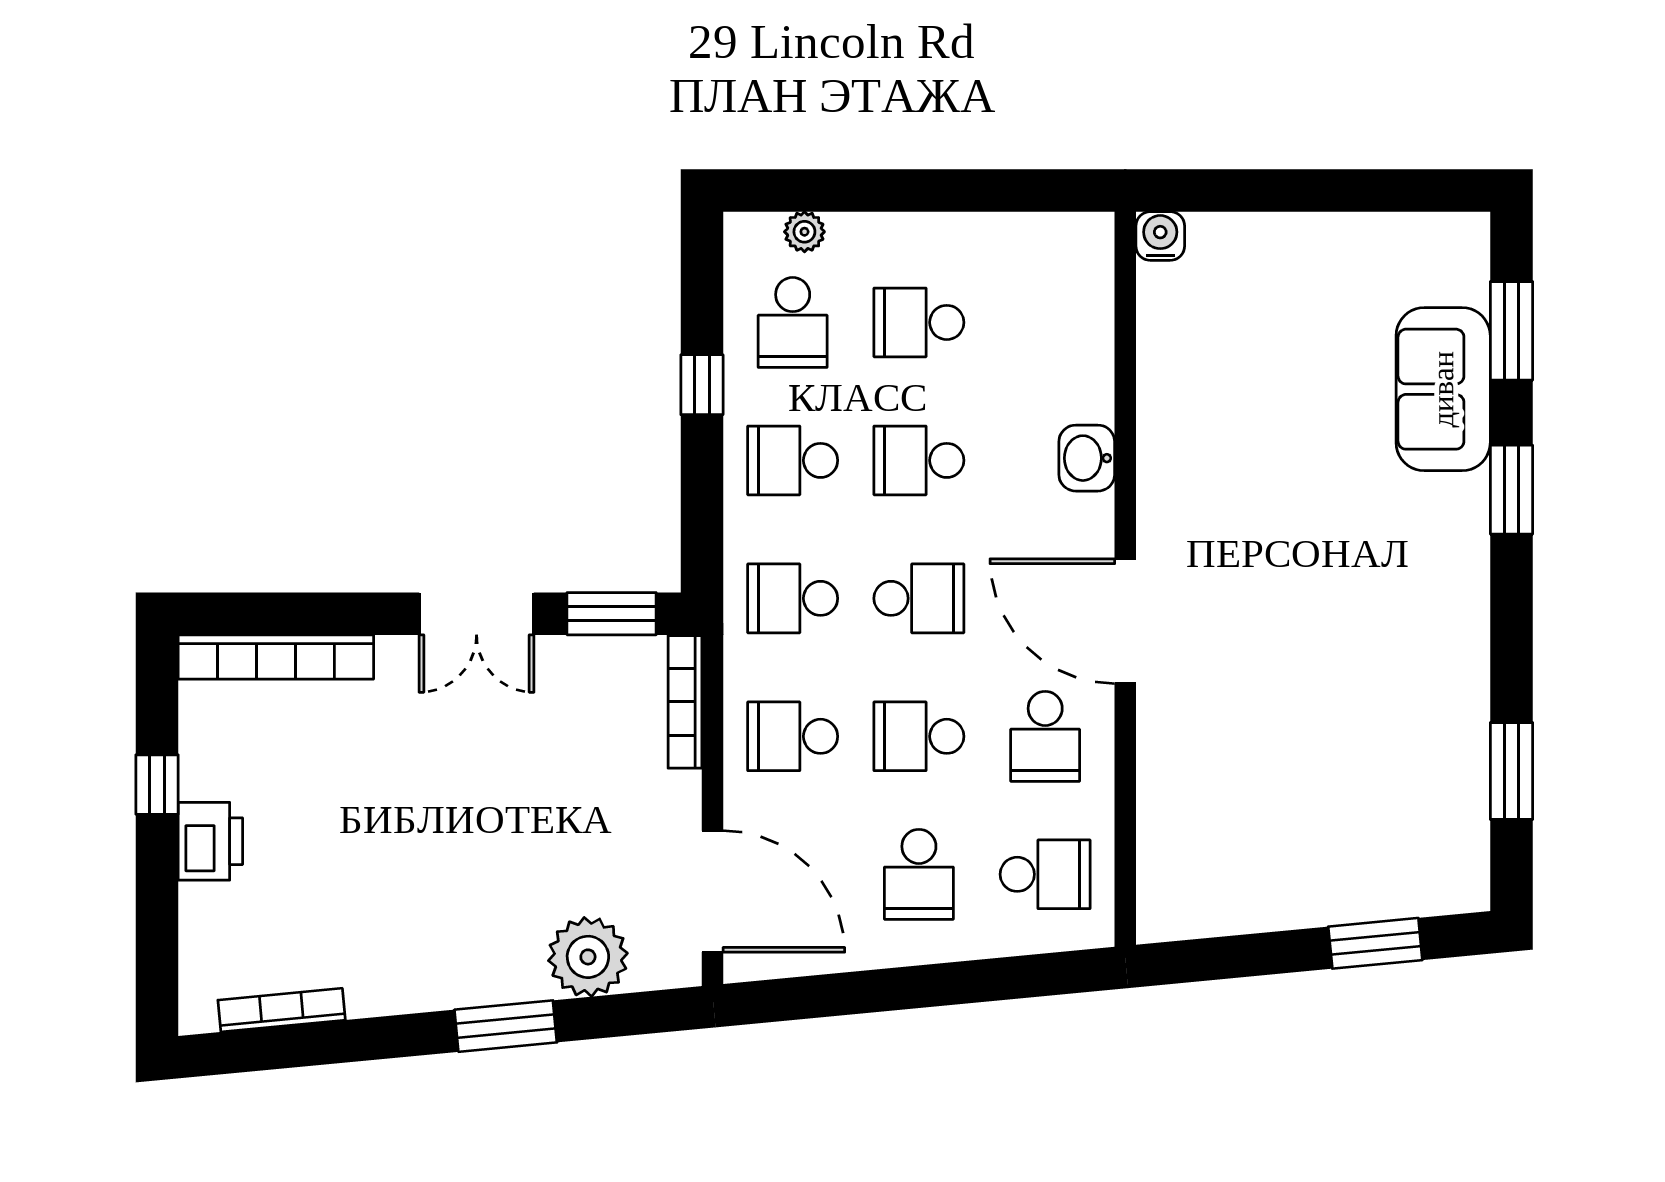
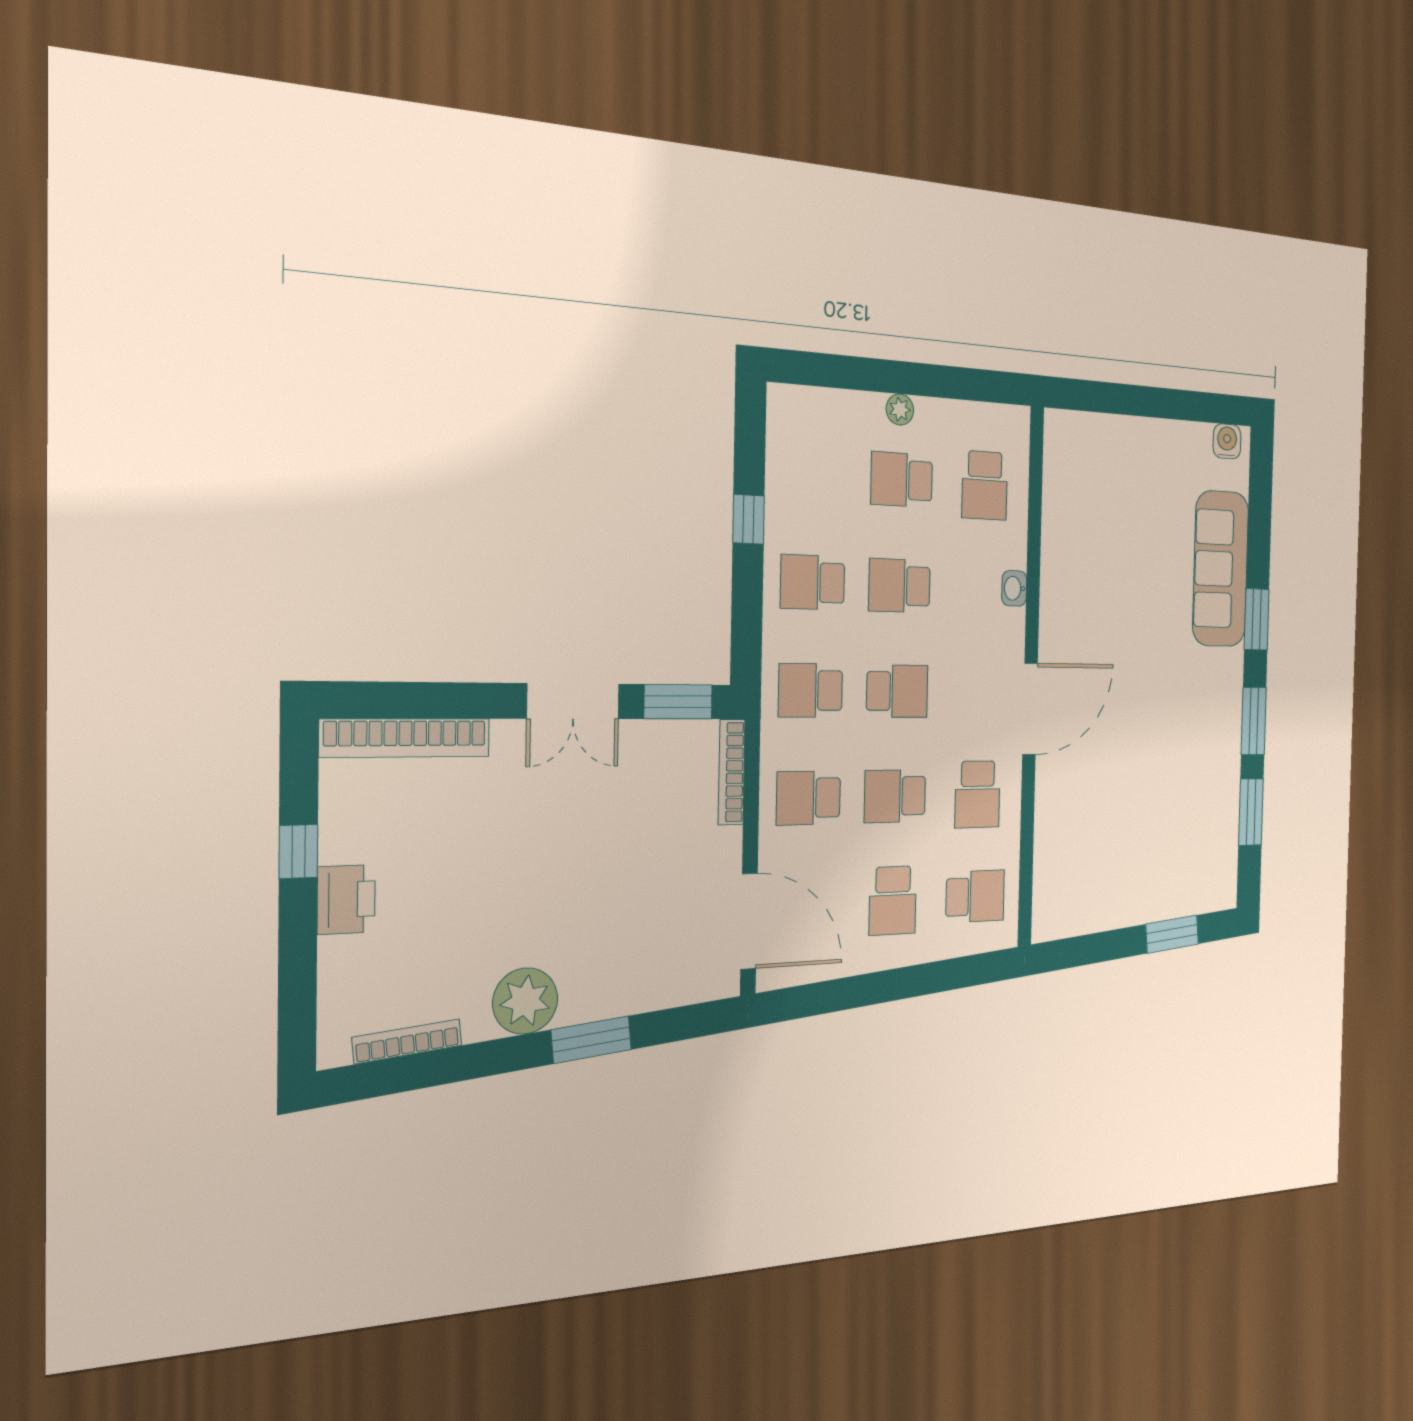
plant: (804, 232) -> (900, 409), moved
water cooler: (1160, 236) -> (1227, 441), moved
school desk: (793, 322) -> (985, 485), moved
window: (1511, 331) -> (1254, 721), moved
sofa: (1443, 389) -> (1221, 569), width x1.36
washbasin: (1087, 458) -> (1014, 588), width x0.72, depth x0.69
door: (1125, 621) -> (1030, 709), swing flipped
plant: (588, 957) -> (525, 1001), moved

